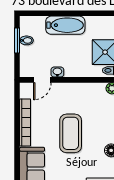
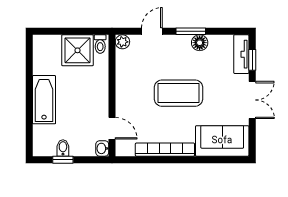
window: (17, 40) -> (63, 160), width x0.67
washbasin: (57, 72) -> (102, 148), moved

